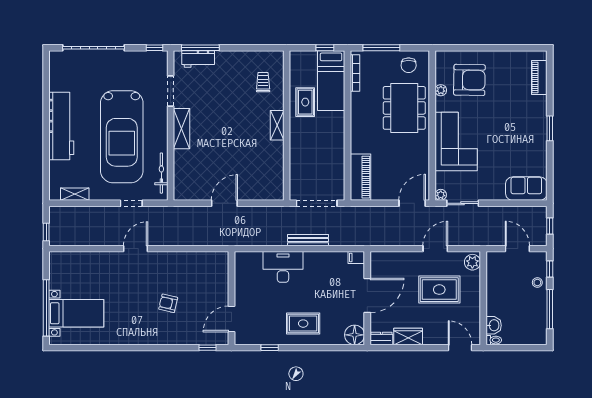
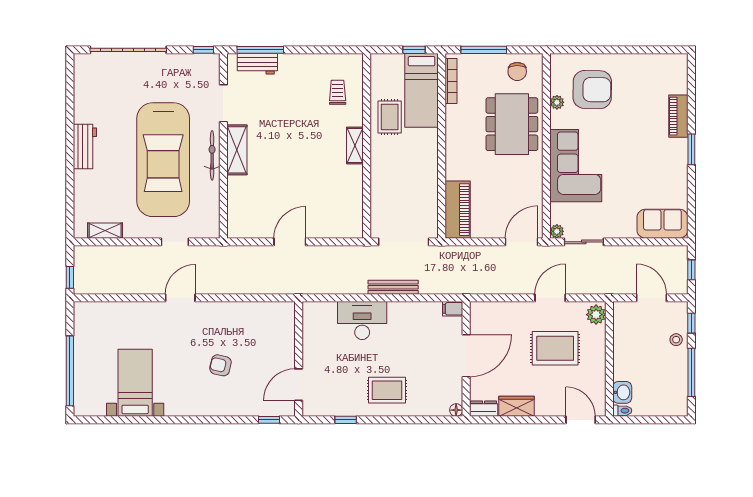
piano: (539, 77) -> (678, 116), moved
workbench: (61, 126) -> (85, 147), width x0.53, depth x0.76
bicycle: (161, 173) -> (212, 155), moved
bed with nightstands: (76, 313) -> (135, 383), moved, turned -90
floor lamp: (355, 335) -> (456, 410), width x0.53, depth x0.53

